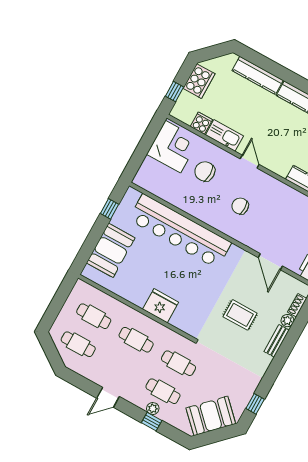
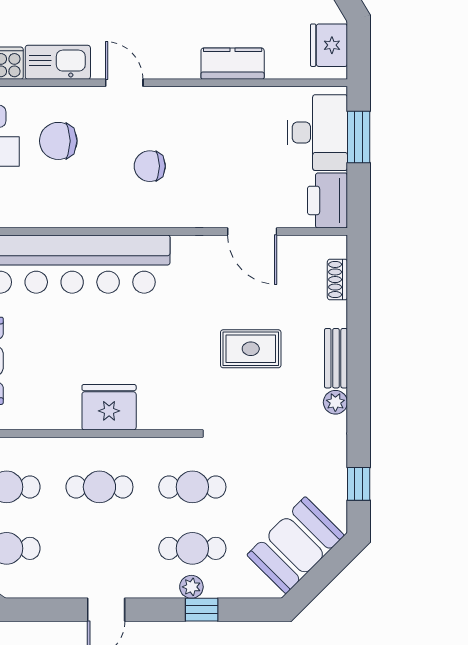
plant: (287, 321) -> (335, 402), moved

